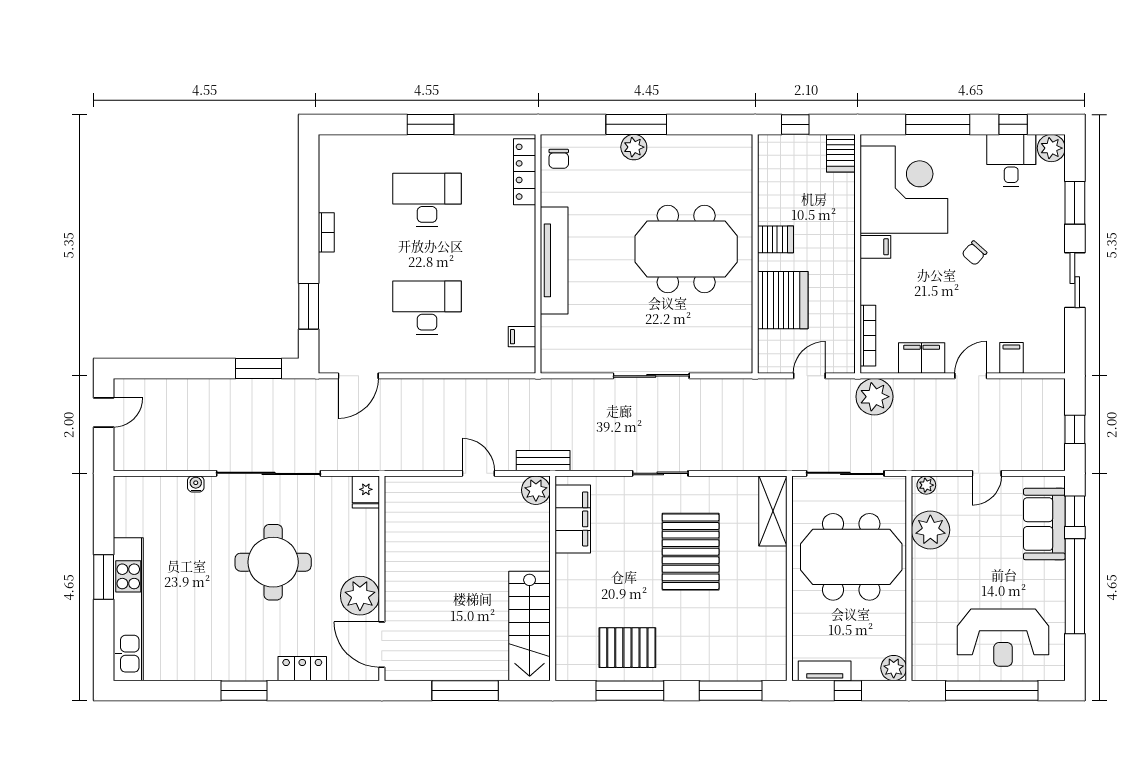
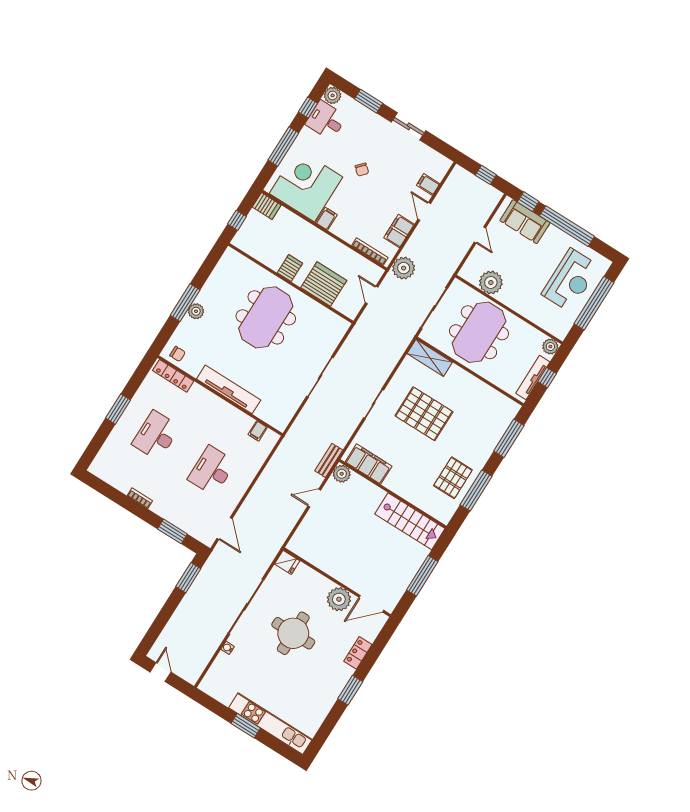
plant: (926, 485) -> (466, 270), removed
tv unit: (825, 671) -> (533, 378), width x1.41

